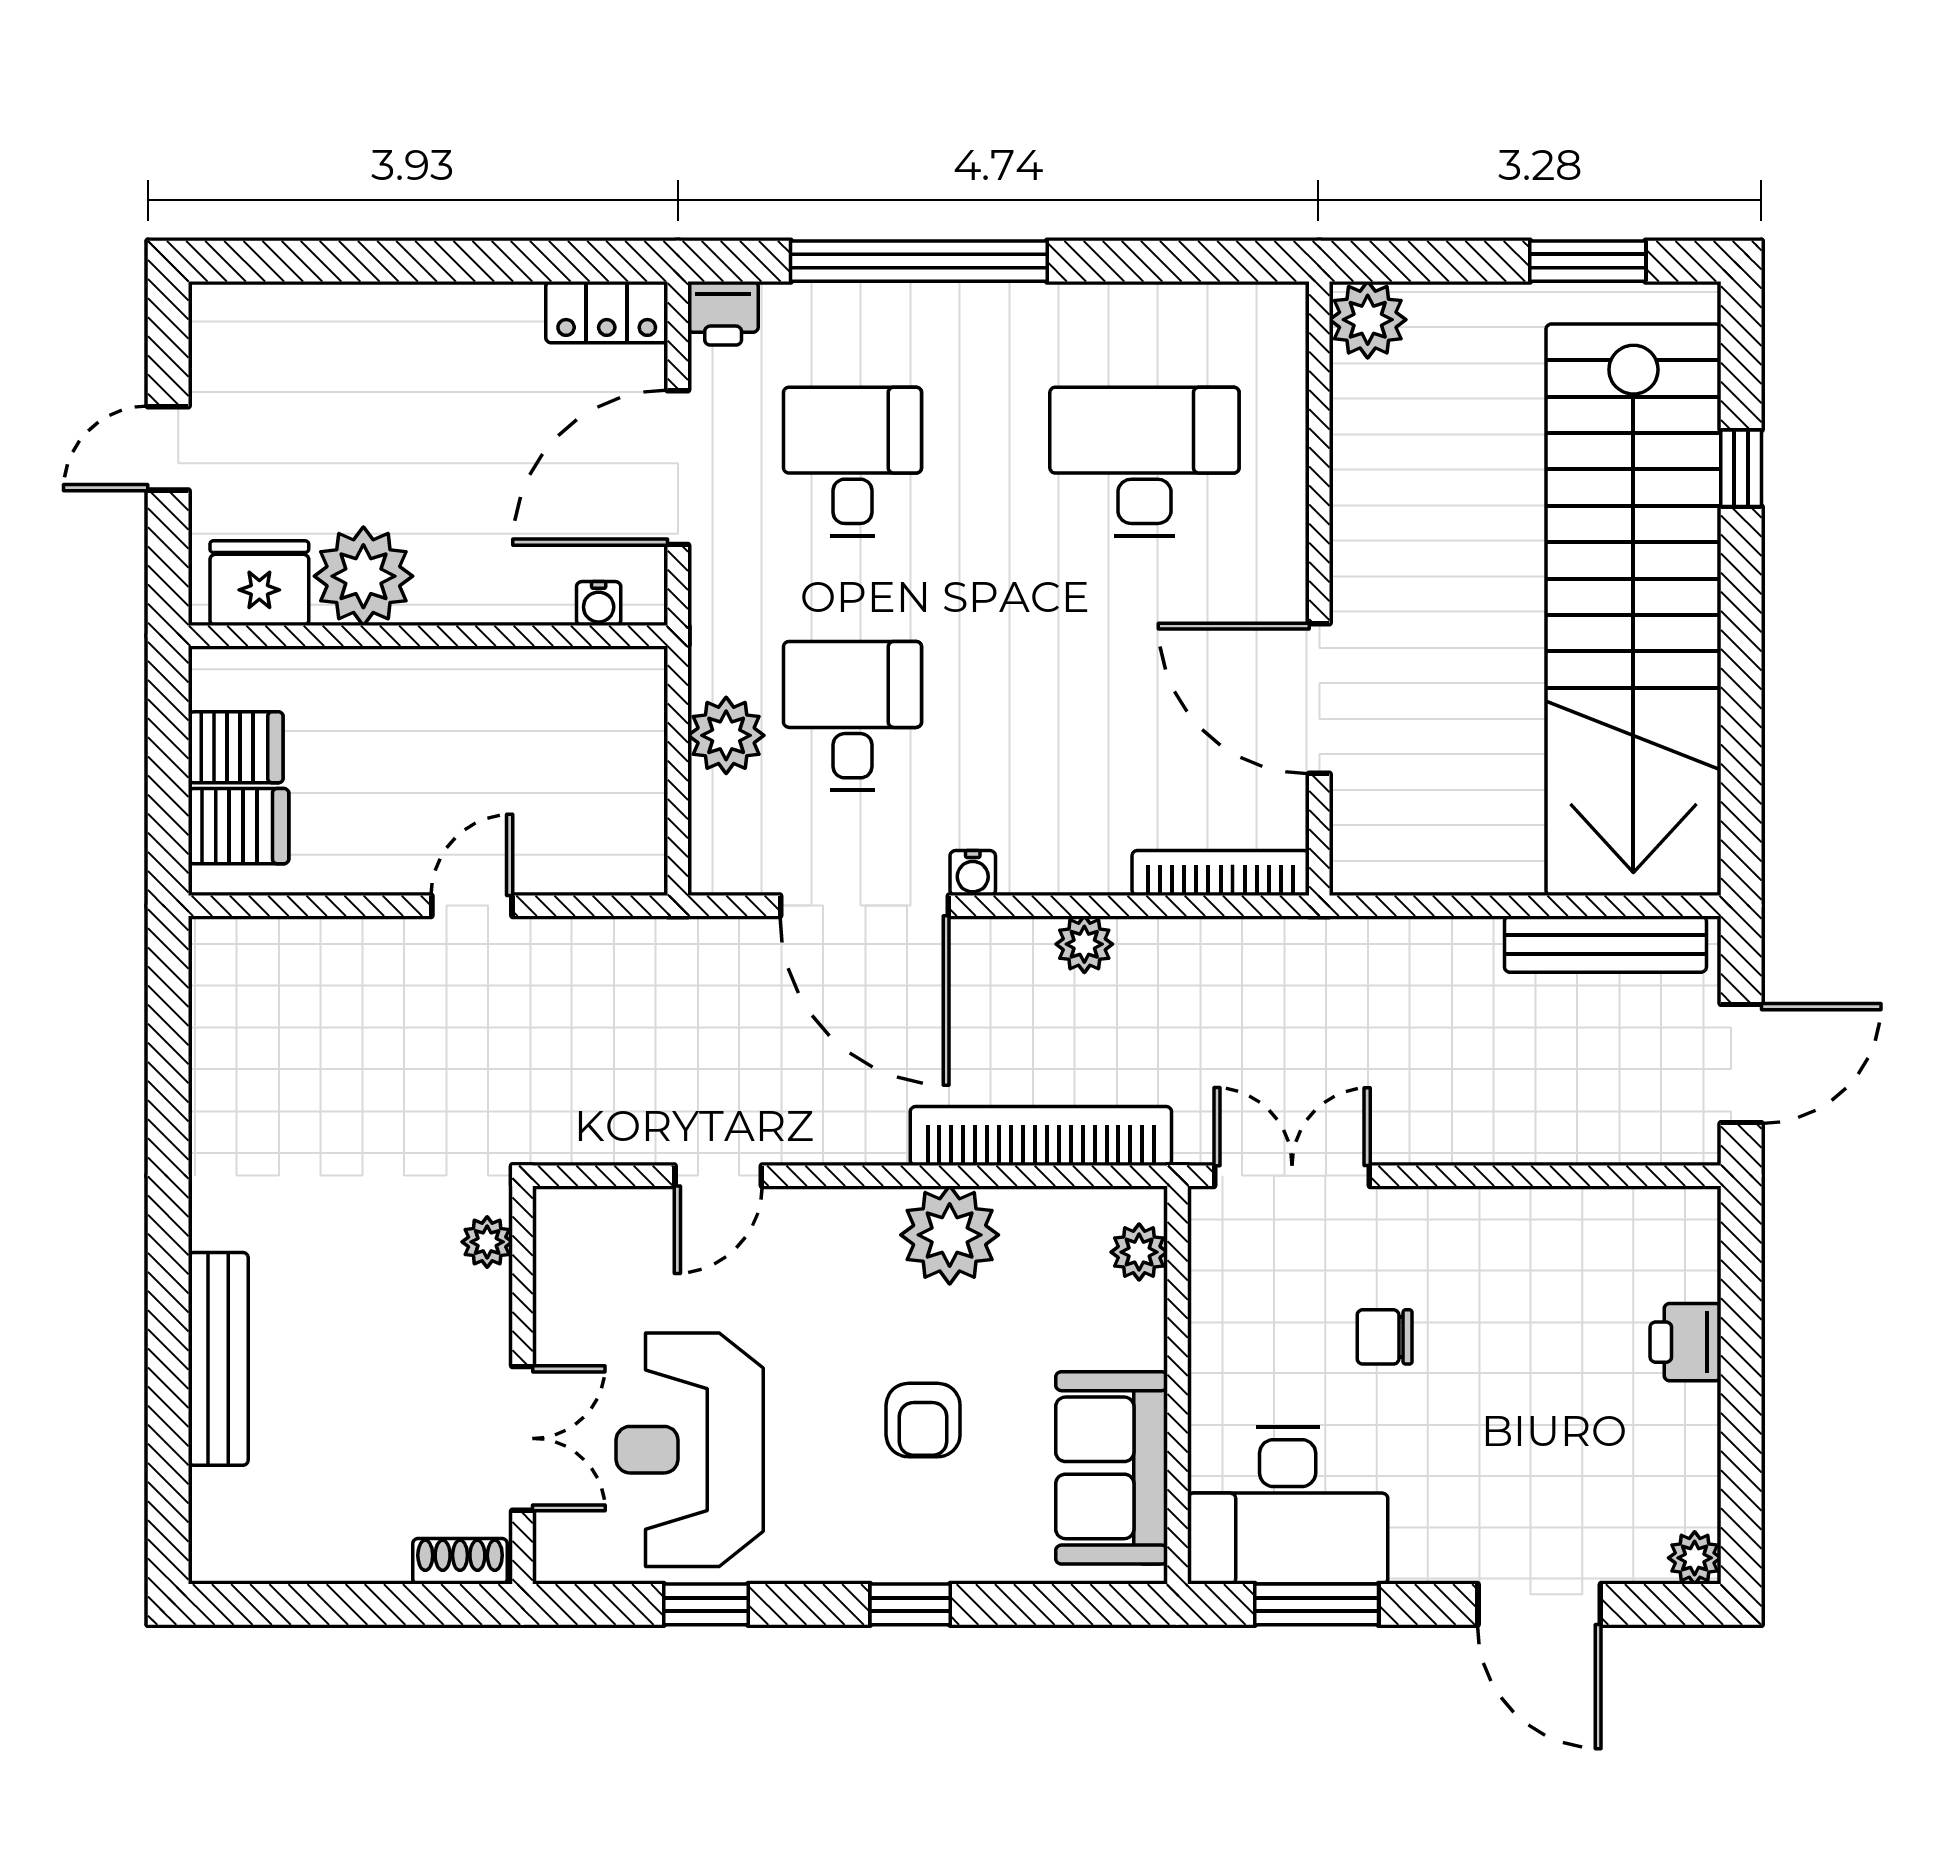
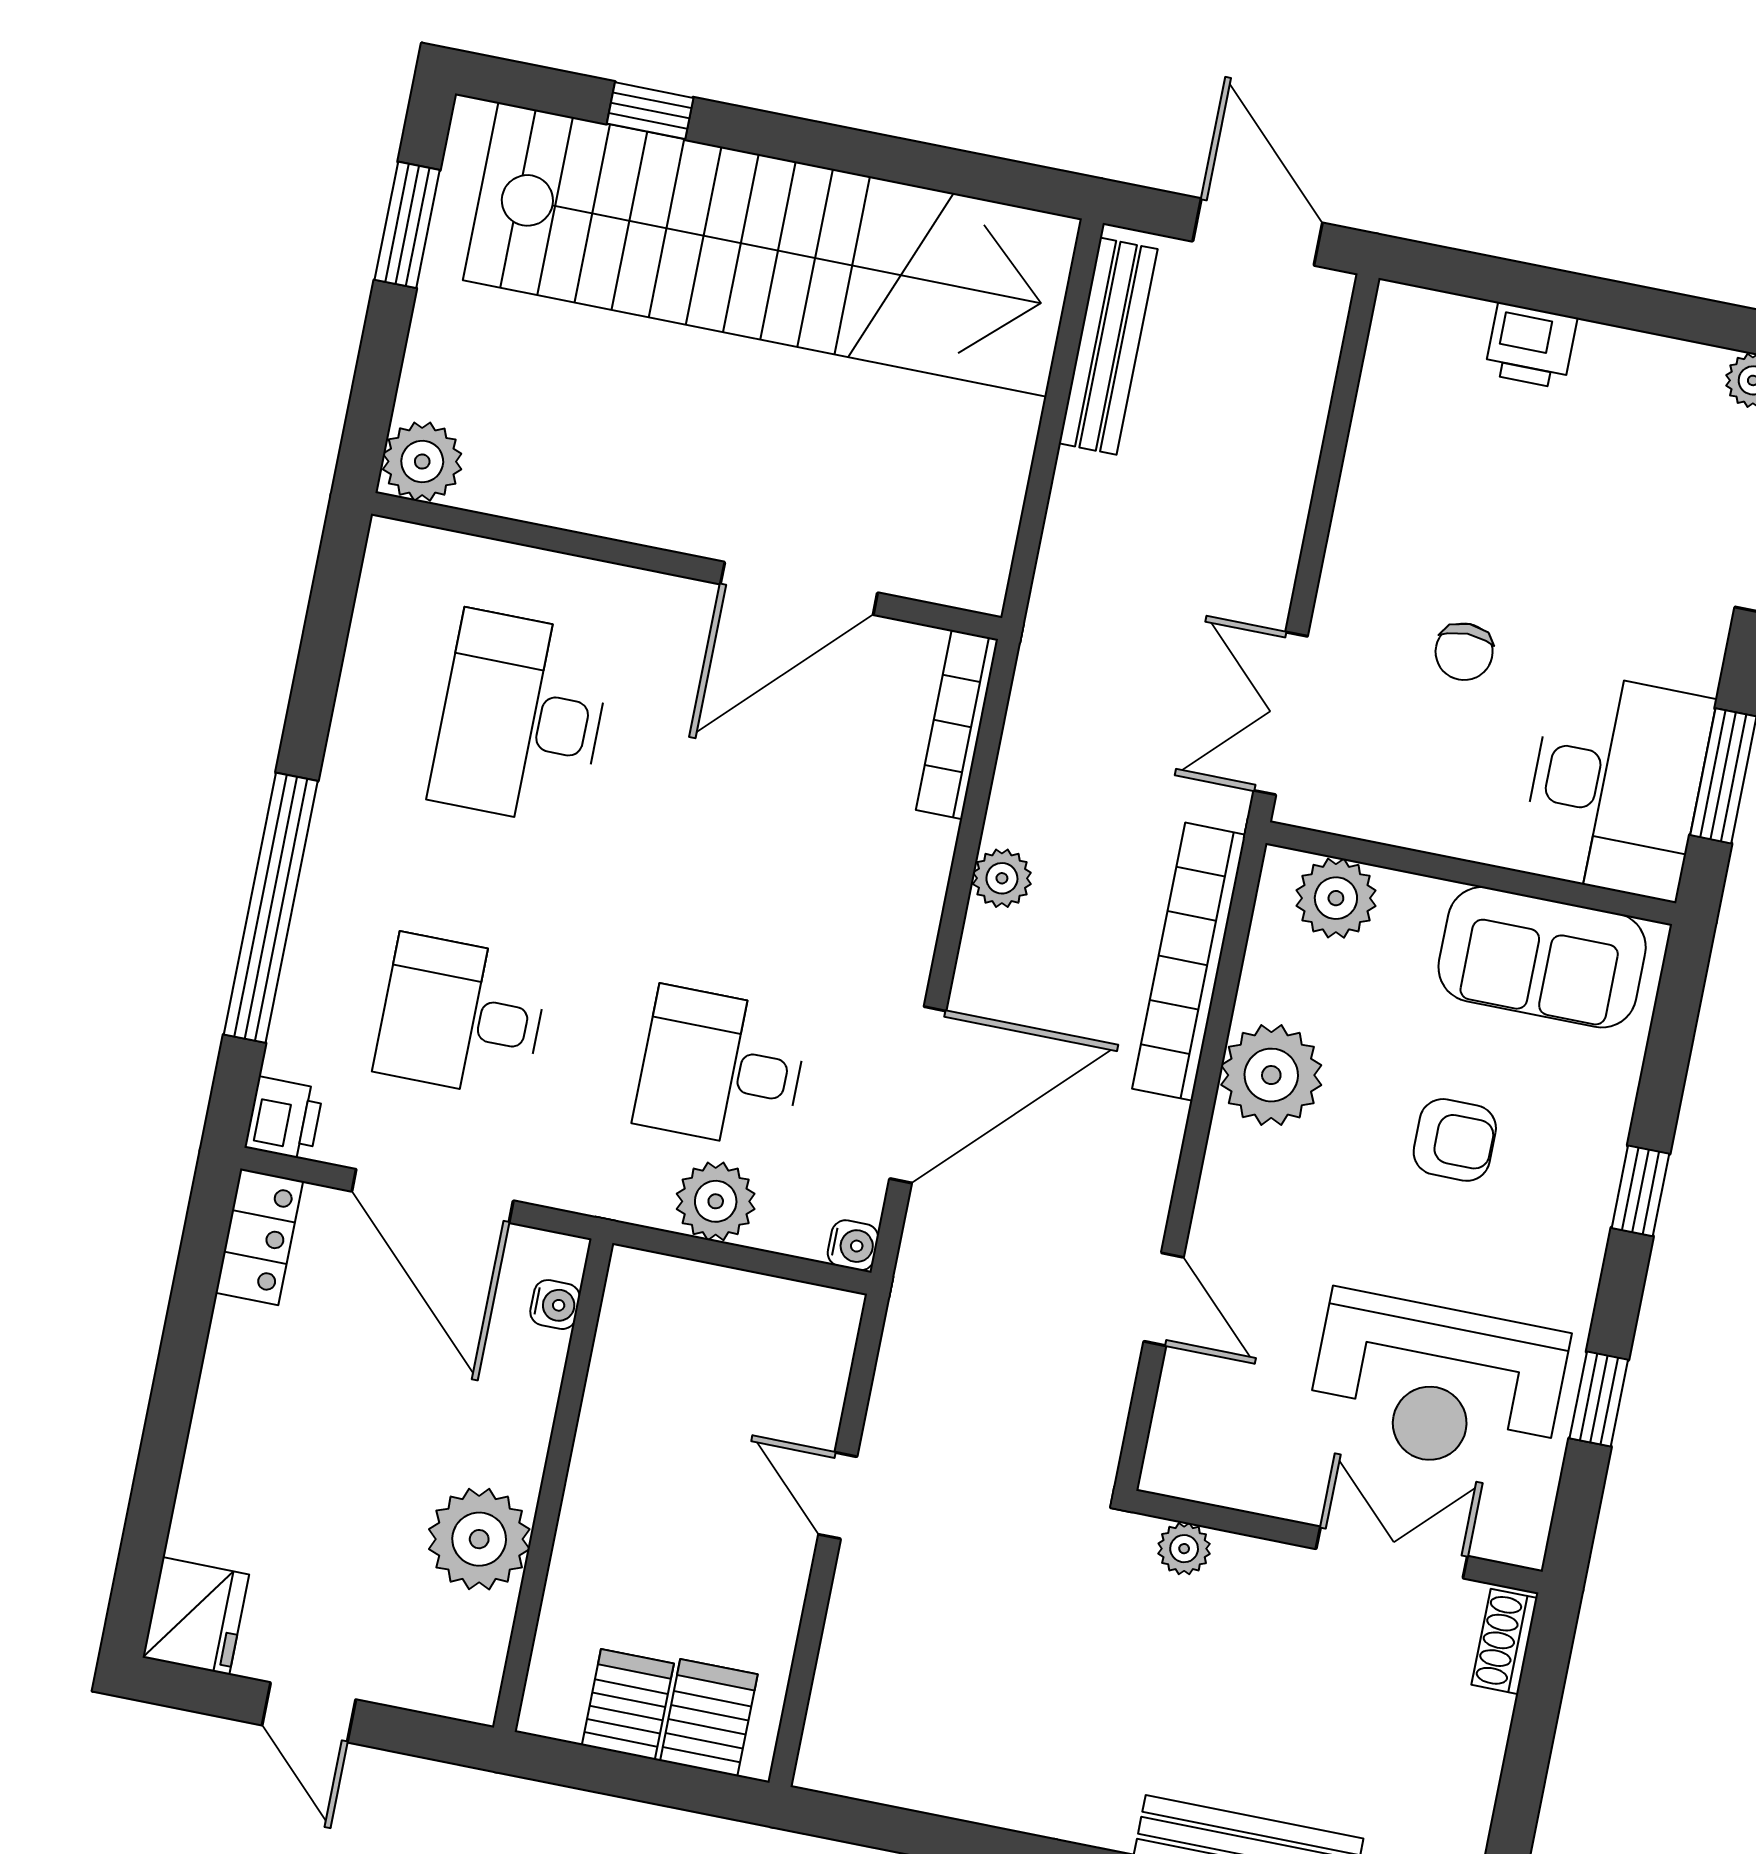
fridge: (259, 583) -> (196, 1616), moved, turned 180
water cooler: (973, 873) -> (853, 1245), moved
plant: (1139, 1252) -> (1336, 898), width x1.38, depth x1.38

